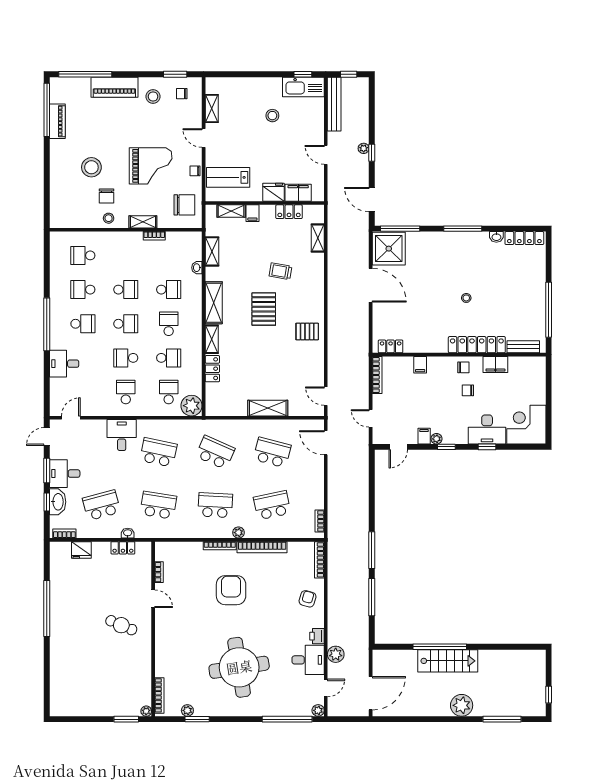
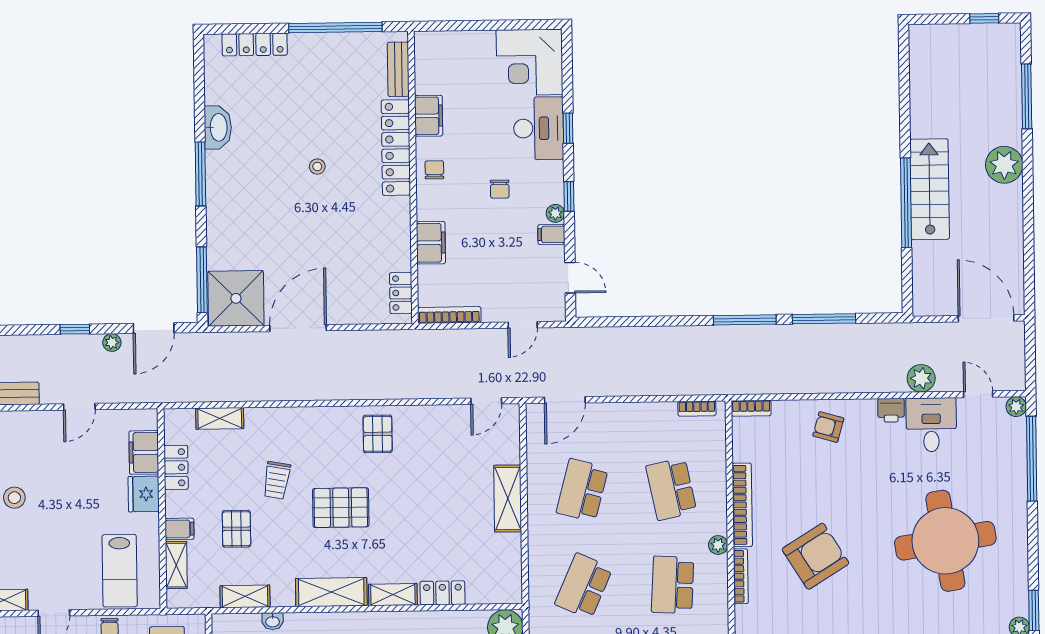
plant: (364, 148) -> (112, 342), moved
washbasin: (496, 237) -> (218, 127), width x1.91, depth x1.45
locker: (524, 238) -> (255, 45), moved, turned 90
pallet: (252, 247) -> (236, 529), added
filing cabinet: (420, 365) -> (431, 243), width x2.00
chair: (468, 390) -> (500, 189), moved
bookcase: (319, 560) -> (751, 408), width x0.64
armchair: (231, 590) -> (815, 556), turned 148

